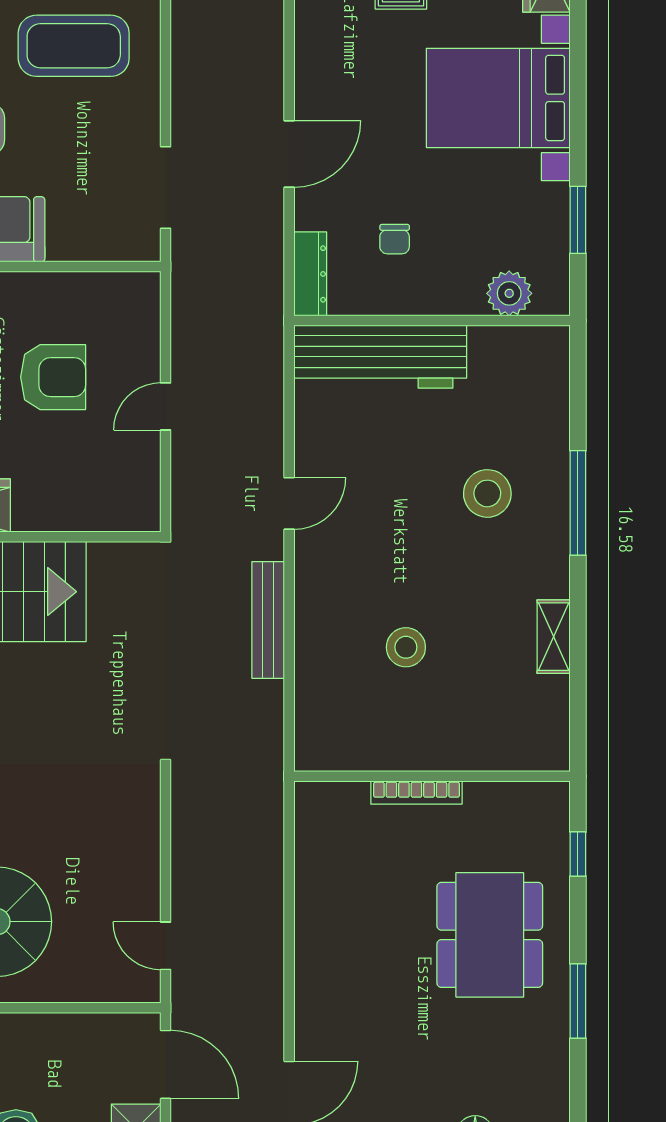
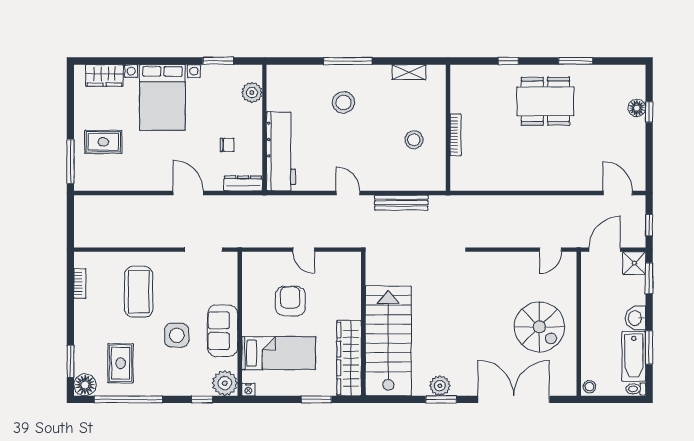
wall: (432, 776) -> (448, 128), moved
bookcase: (416, 793) -> (456, 135), moved

